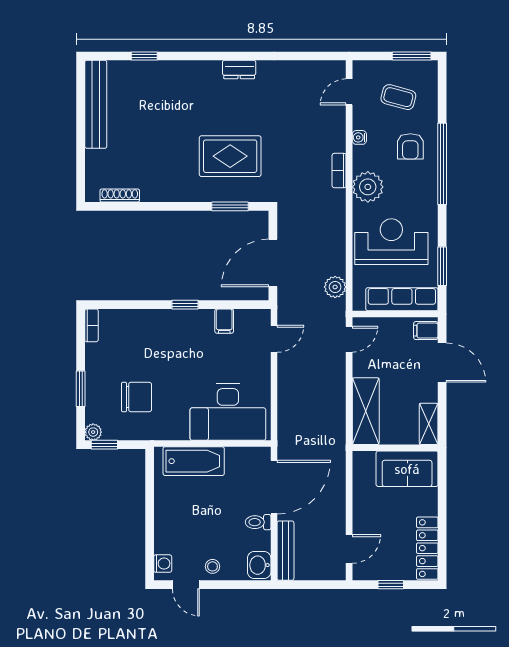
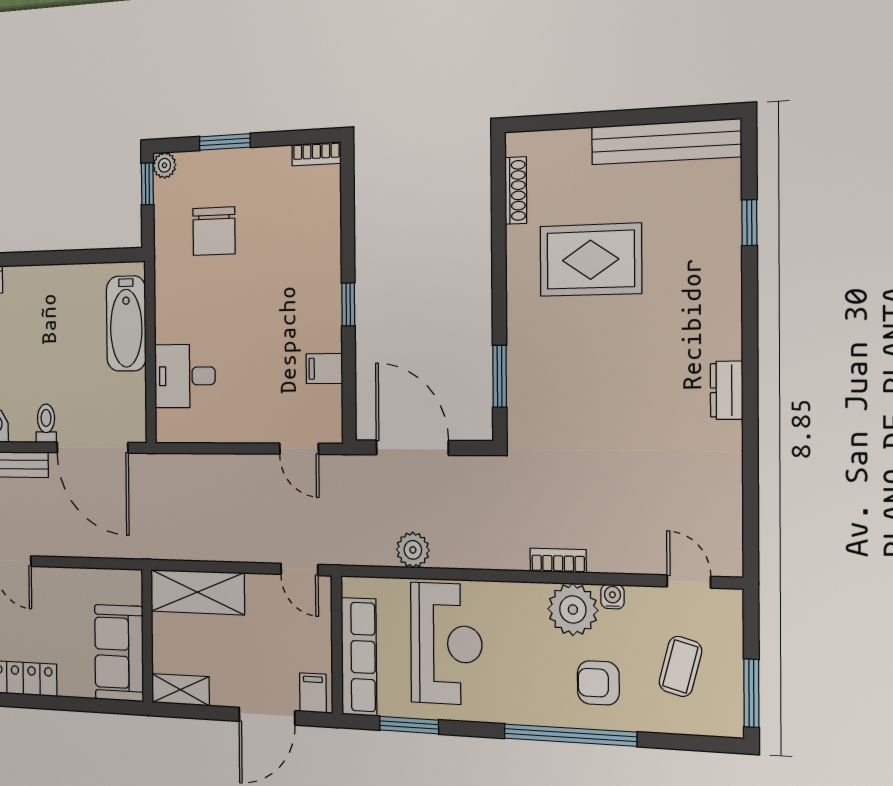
rug: (230, 156) -> (591, 260), moved, turned 90
plant: (368, 187) -> (573, 610), moved
plant: (335, 287) -> (413, 550), moved
desk: (228, 412) -> (185, 376), width x0.53, depth x0.77

